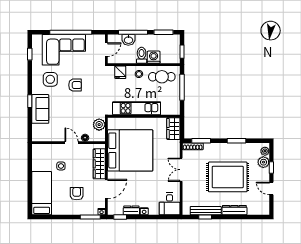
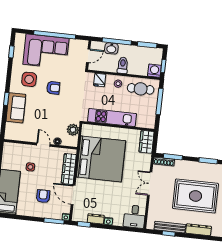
washing machine: (154, 57) -> (154, 71), moved
door: (106, 189) -> (73, 195), swing flipped

